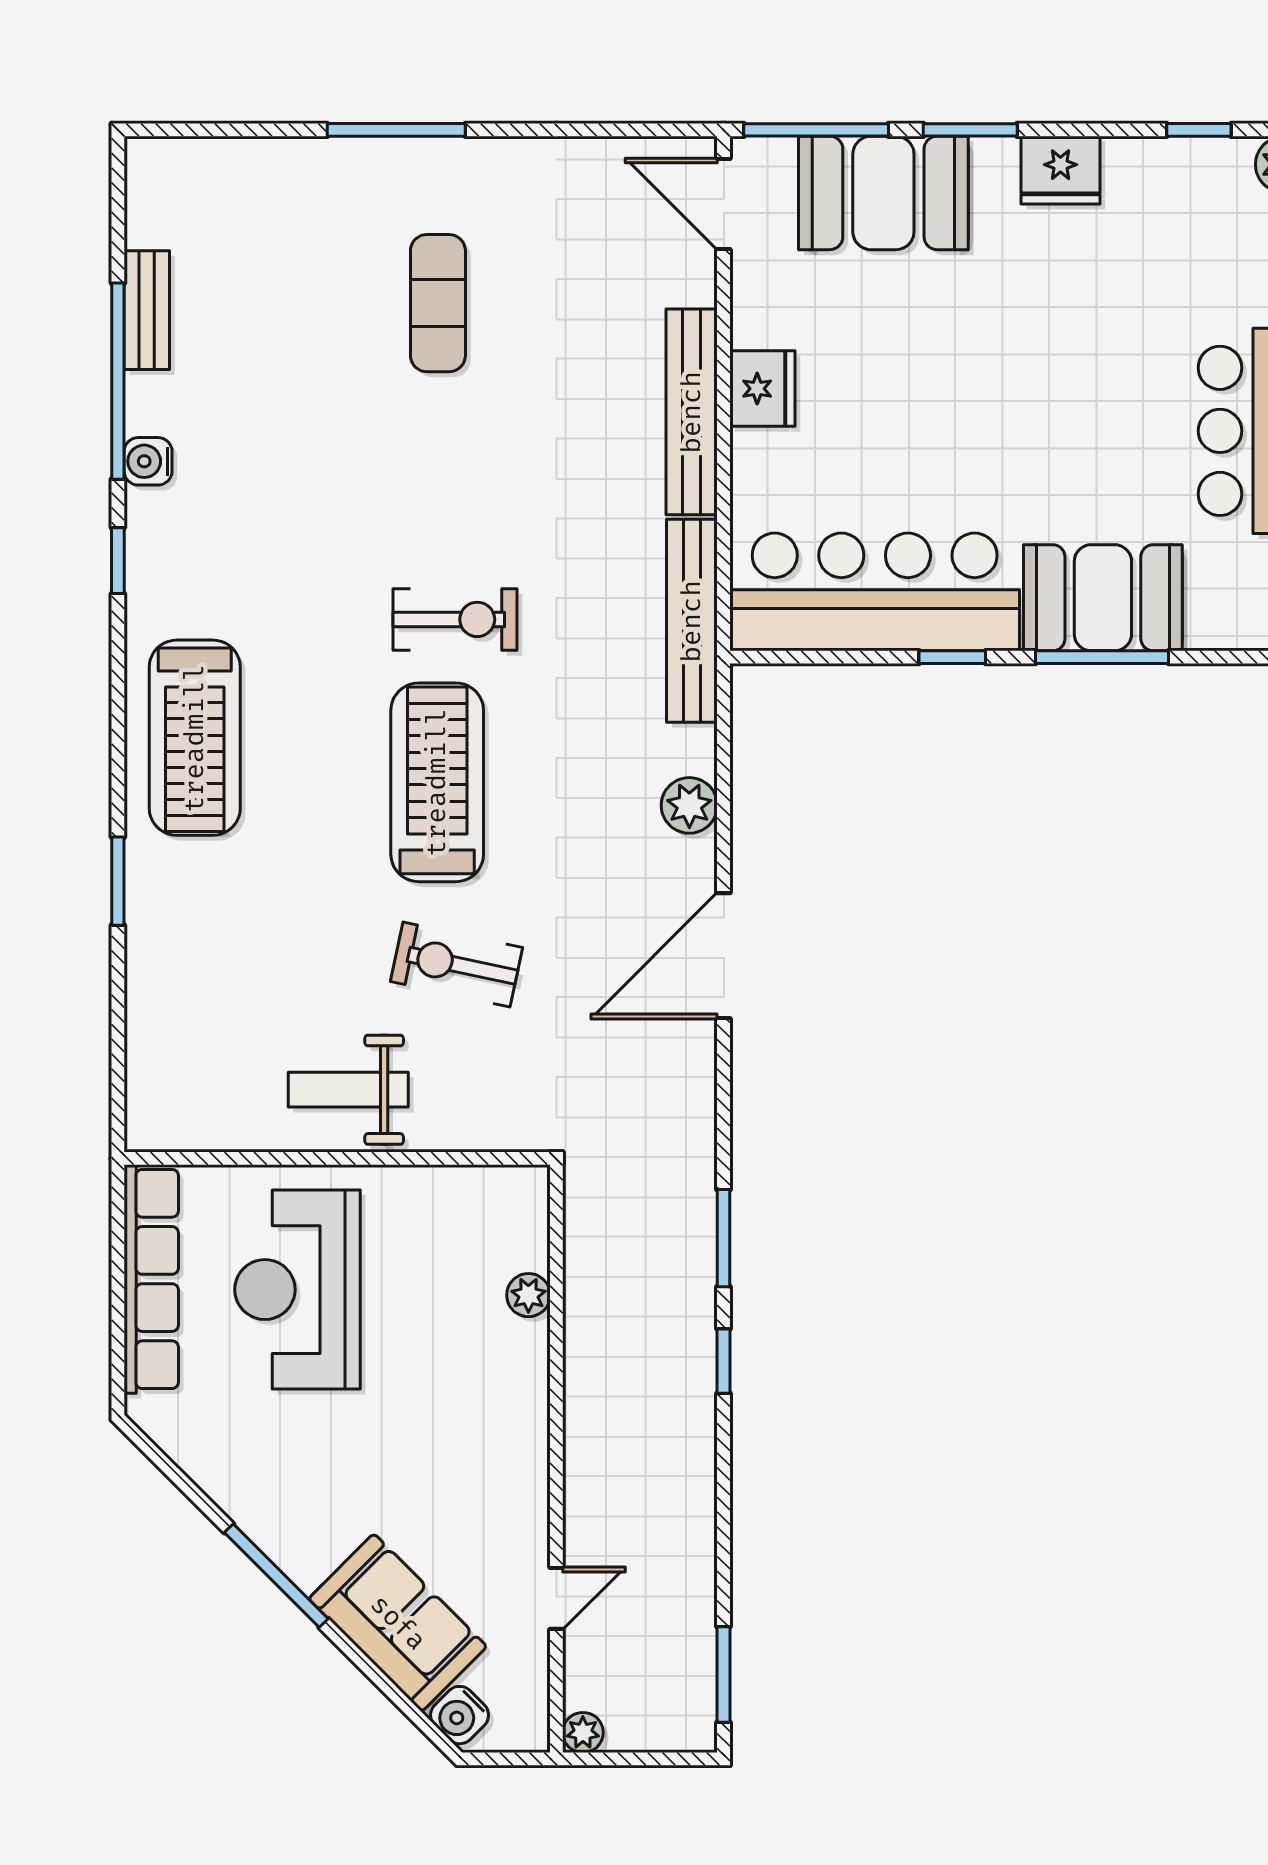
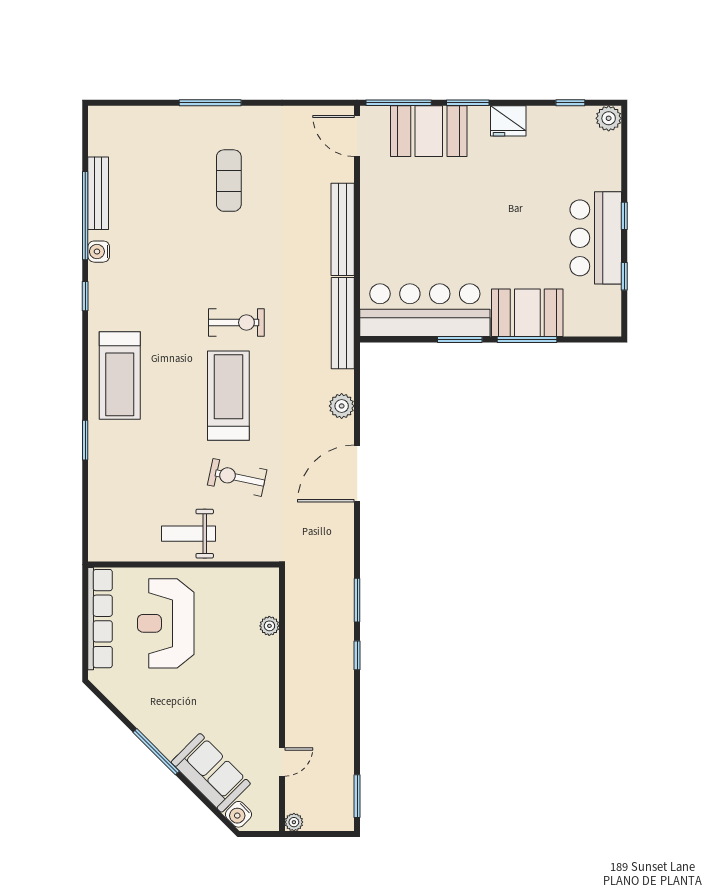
bench: (147, 310) -> (98, 193), width x1.36
fridge: (762, 389) -> (374, 219), removed
window: (952, 657) -> (460, 339), width x1.50

